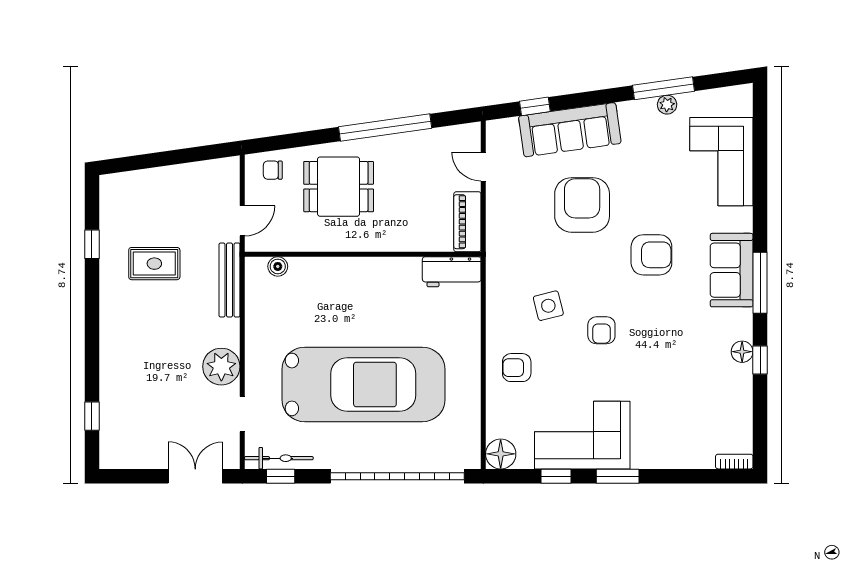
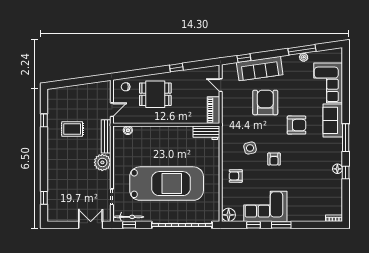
window: (385, 128) -> (176, 68), width x0.32
sofa: (732, 270) -> (333, 120), moved
plant: (221, 367) -> (102, 162), moved

